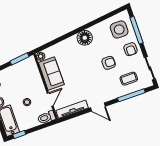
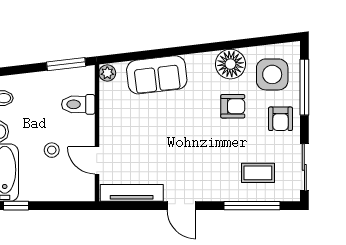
floor lamp: (85, 38) -> (230, 64), moved
armchair: (109, 63) -> (233, 106), moved
sofa: (51, 73) -> (157, 75), moved, turned 83
door: (50, 100) -> (97, 160), swing flipped
toilet: (46, 117) -> (78, 104), moved

